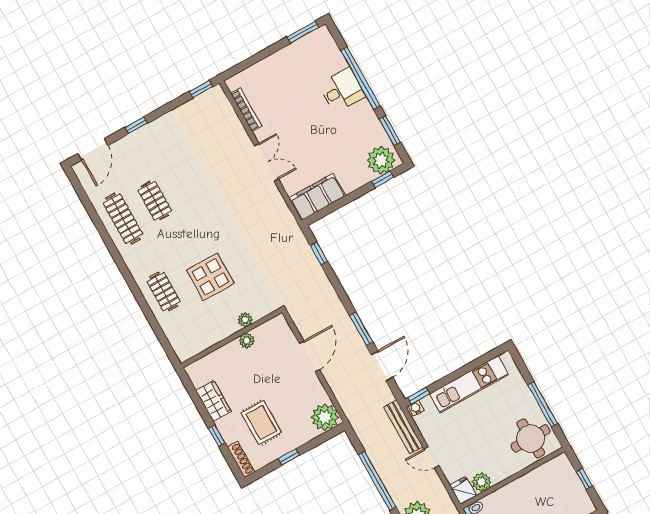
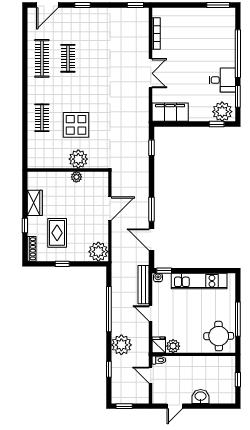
desk: (342, 90) -> (222, 80), moved
plant: (245, 320) -> (78, 159), width x1.87, depth x1.87
door: (382, 366) -> (152, 240), swing flipped

